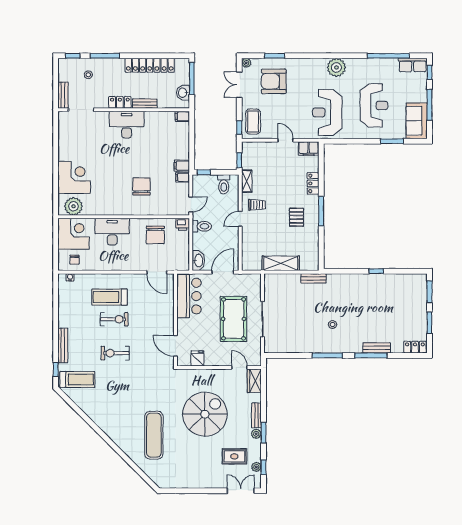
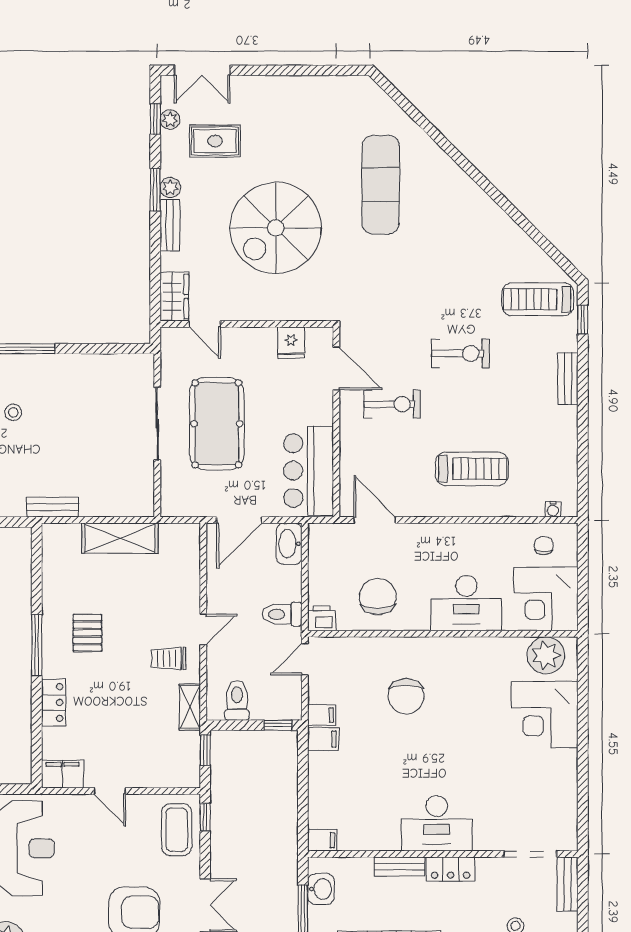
exercise bike: (114, 319) -> (392, 404), moved, turned 180
bench: (63, 345) -> (568, 379), width x0.73

